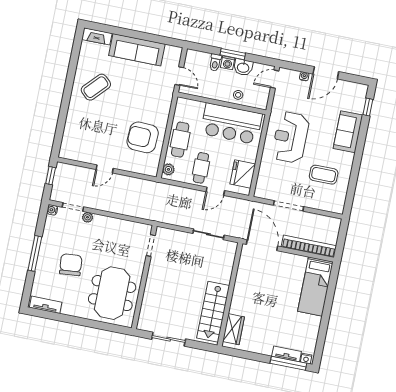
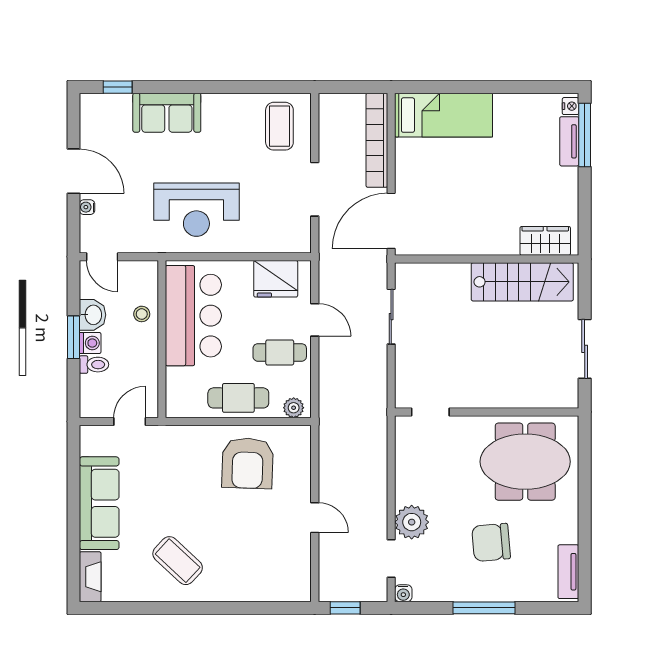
coffee table: (324, 175) -> (279, 126), moved
plant: (88, 217) -> (412, 522), width x1.88, depth x1.88

